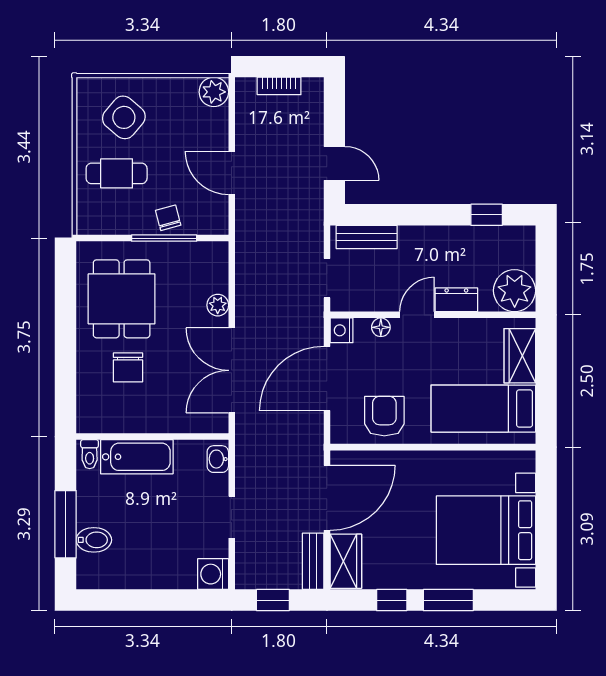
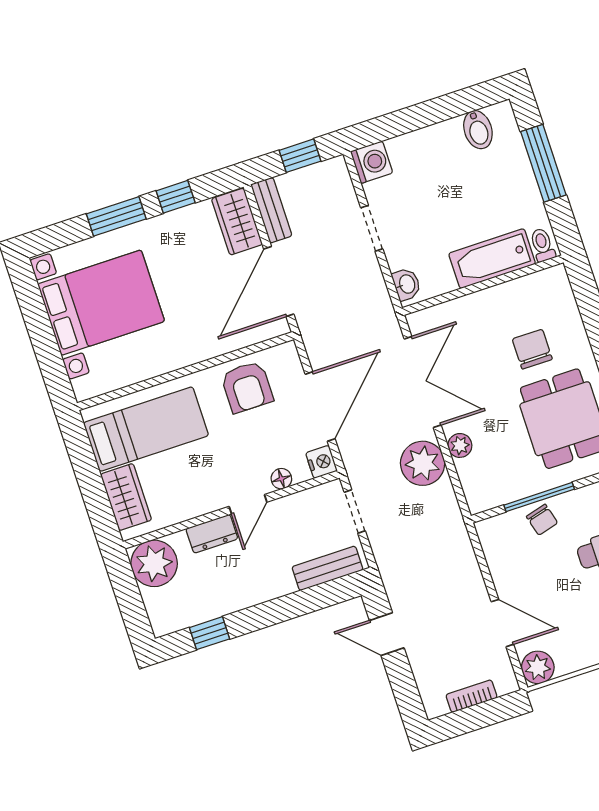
door: (232, 173) -> (502, 623), moved
plant: (255, 300) -> (423, 463), added
bidet: (94, 540) -> (478, 130), moved, turned -90

